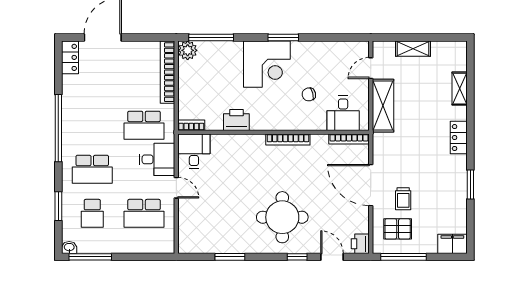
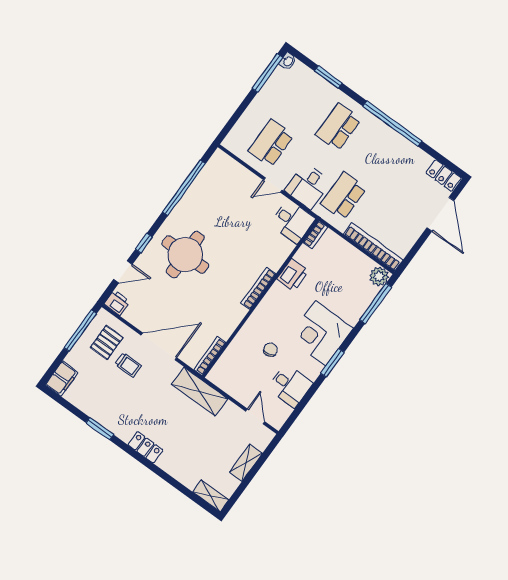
shelving: (460, 89) -> (211, 496), moved
shelving: (383, 106) -> (200, 392), moved
desk: (343, 113) -> (290, 386), moved, turned 180
bookcase: (288, 140) -> (258, 288), moved
trolley: (403, 199) -> (128, 365), turned 180
school desk: (92, 213) -> (302, 101), removed
window: (230, 257) -> (184, 188), width x2.11

